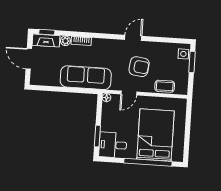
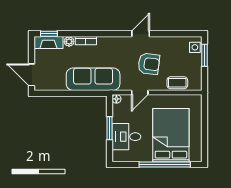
door: (29, 59) -> (31, 75), moved
window: (97, 136) -> (109, 128), moved
desk: (113, 145) -> (126, 137), moved

